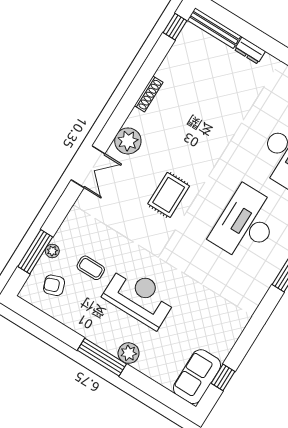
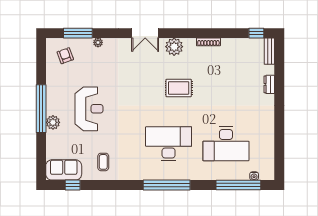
bench: (214, 28) -> (269, 51), width x0.73
rug: (169, 195) -> (179, 88), moved
plant: (52, 251) -> (98, 42), moved
coffee table: (91, 268) -> (103, 162), moved
window: (102, 357) -> (41, 109), width x1.46

